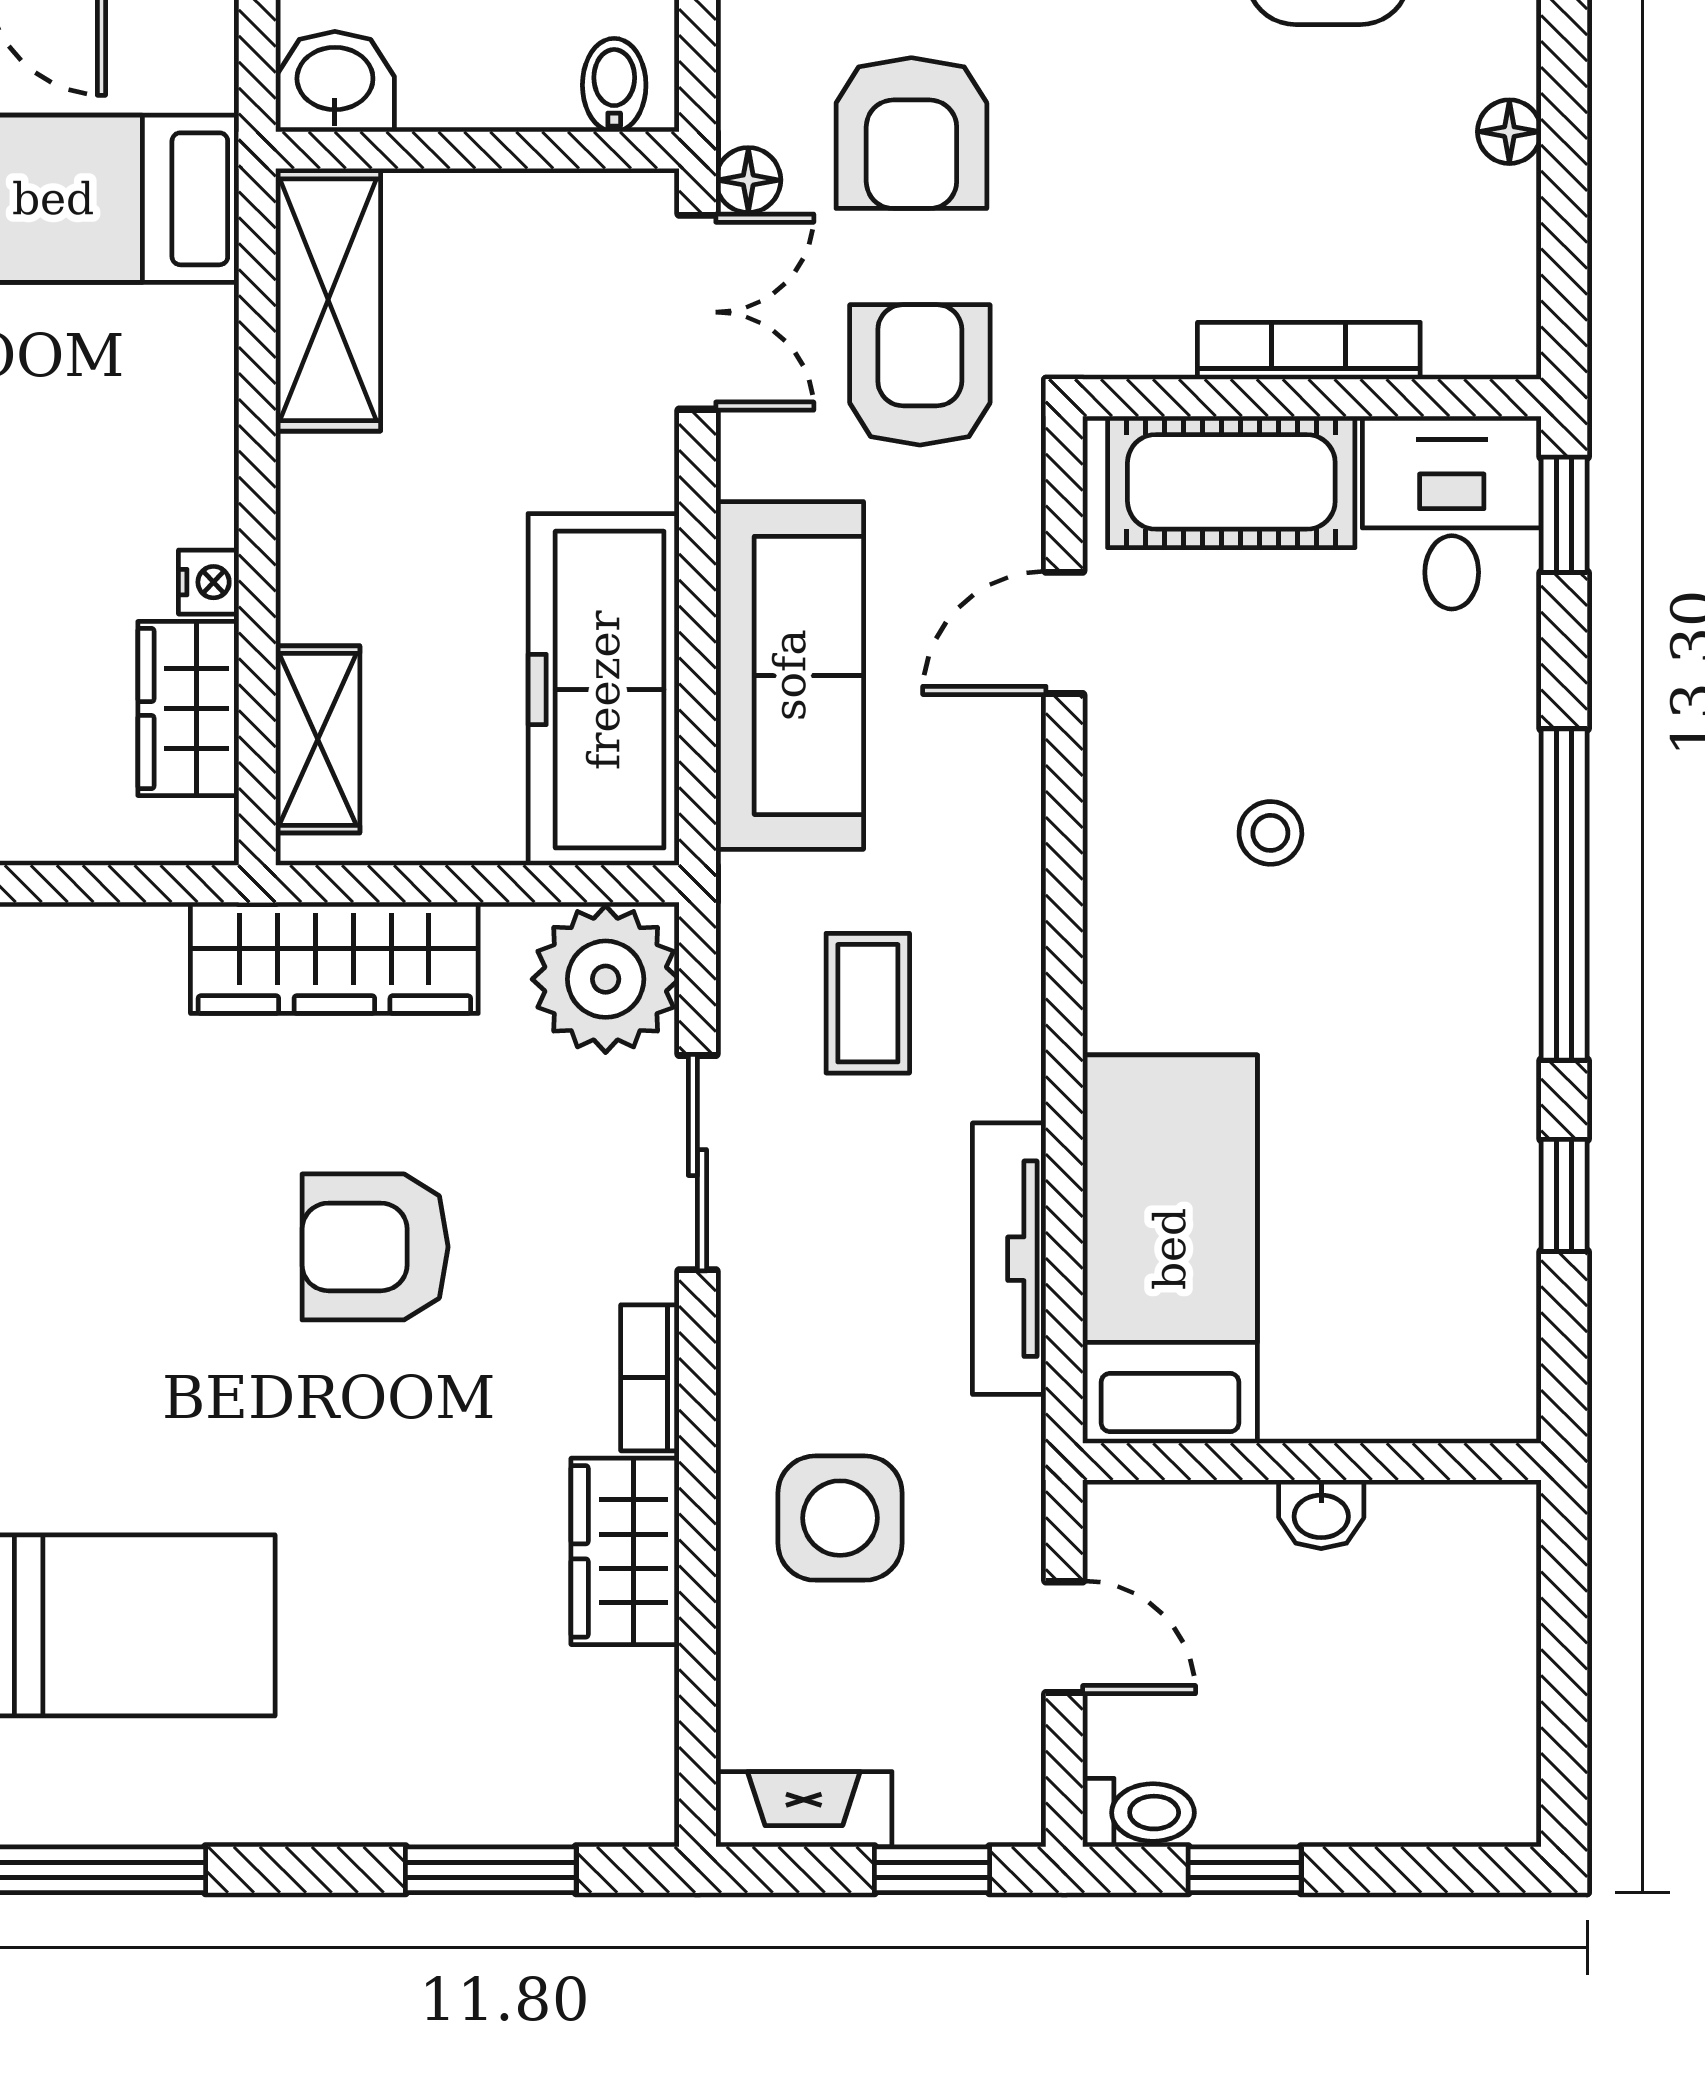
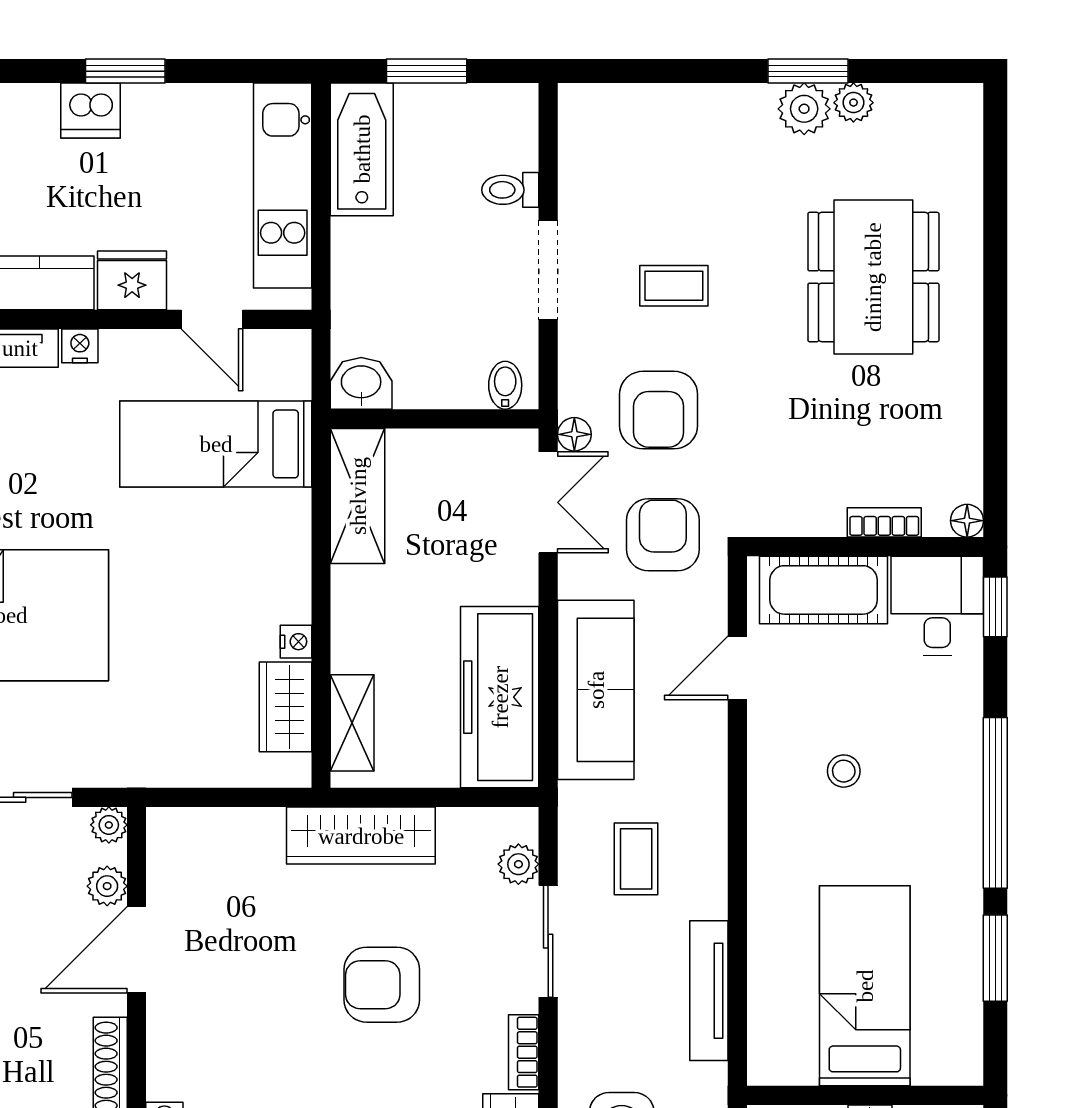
floor lamp: (1509, 132) -> (967, 521), moved
bookcase: (1309, 351) -> (884, 522), width x0.64
plant: (606, 979) -> (518, 864), width x0.53, depth x0.53
window: (1564, 1195) -> (995, 958), width x1.50
bed: (1170, 1249) -> (865, 986), moved

